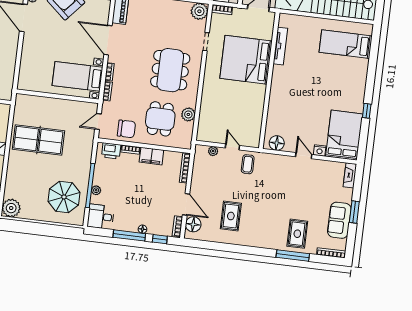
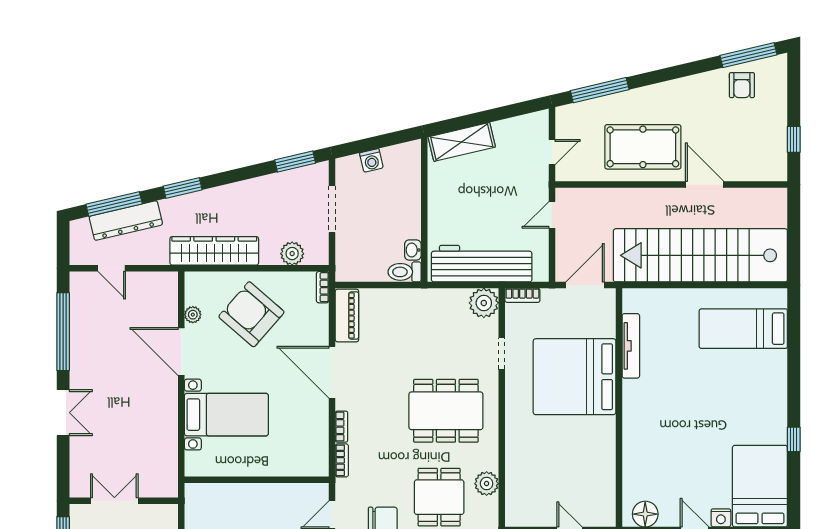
dining table: (170, 70) -> (446, 411), turned 90
bed with nightstands: (77, 76) -> (226, 415), moved, turned 180

